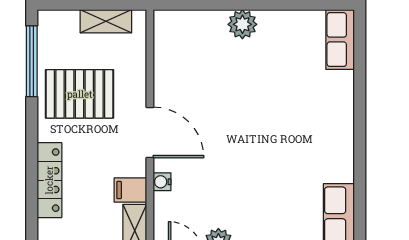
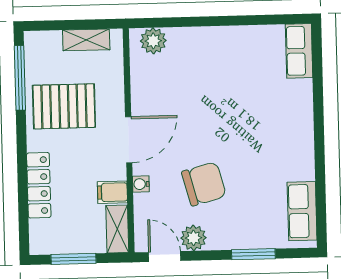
plant: (242, 24) -> (153, 41), moved
door: (150, 132) -> (129, 140), hinge flipped
chair: (232, 183) -> (204, 184), added

